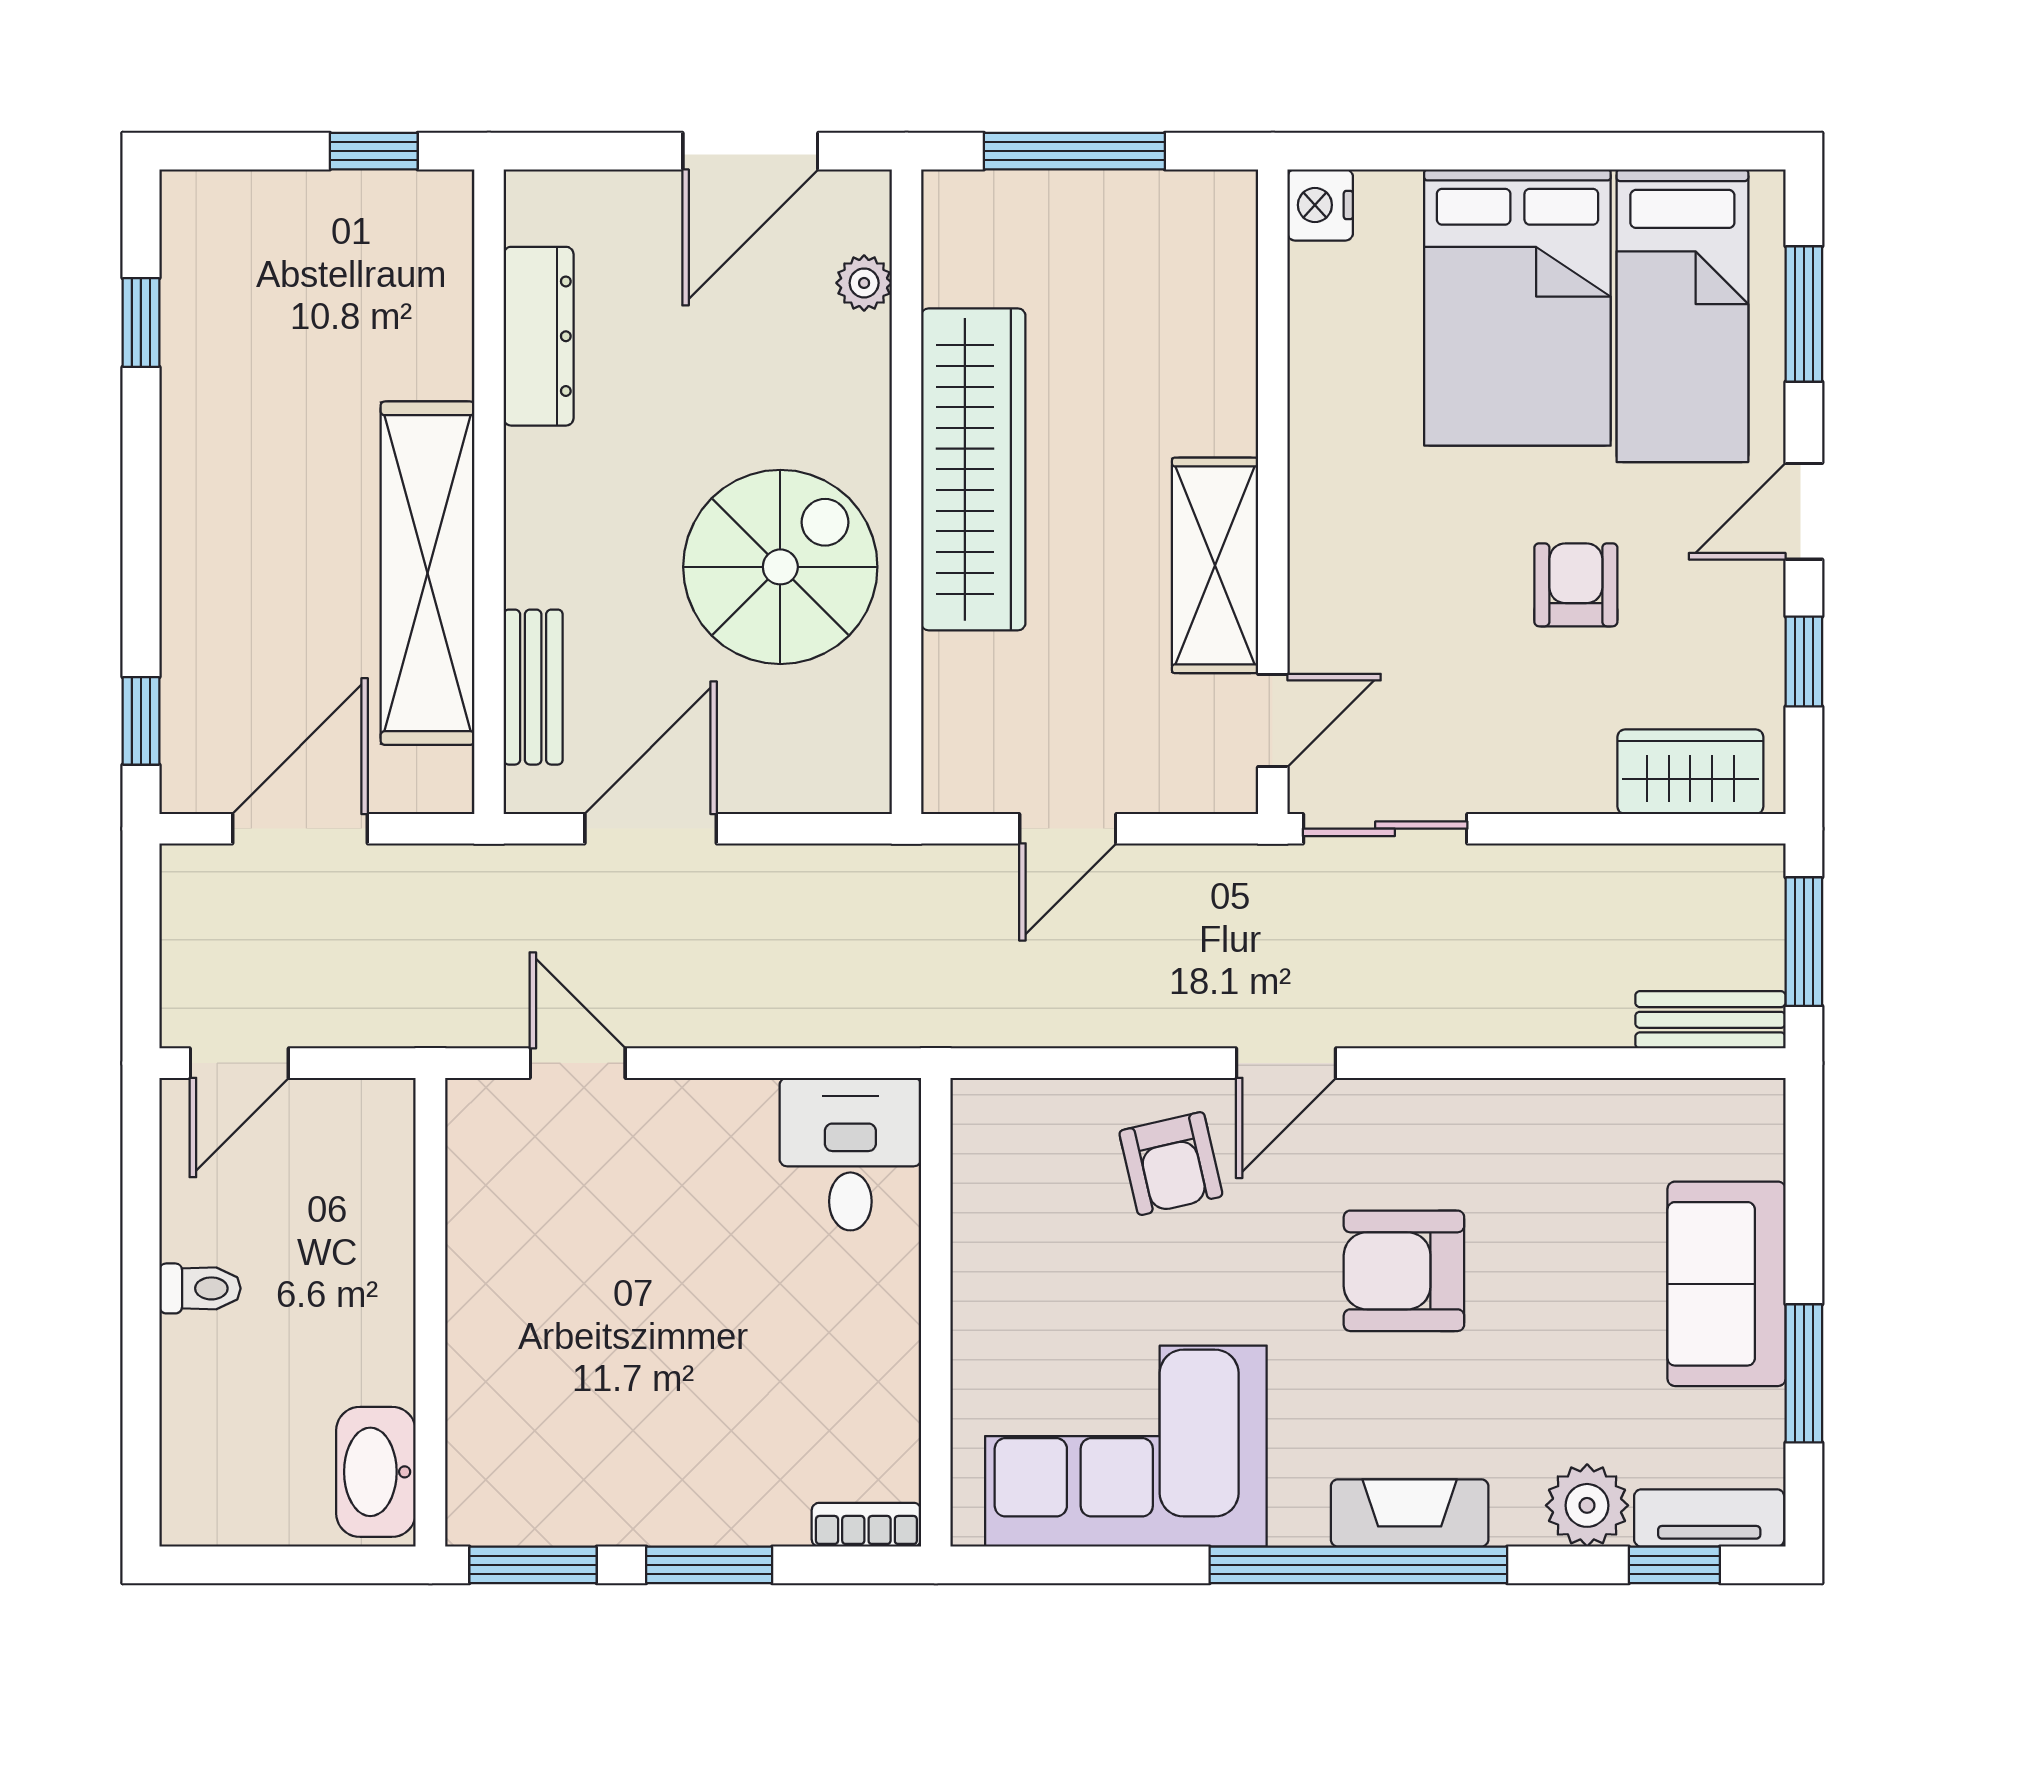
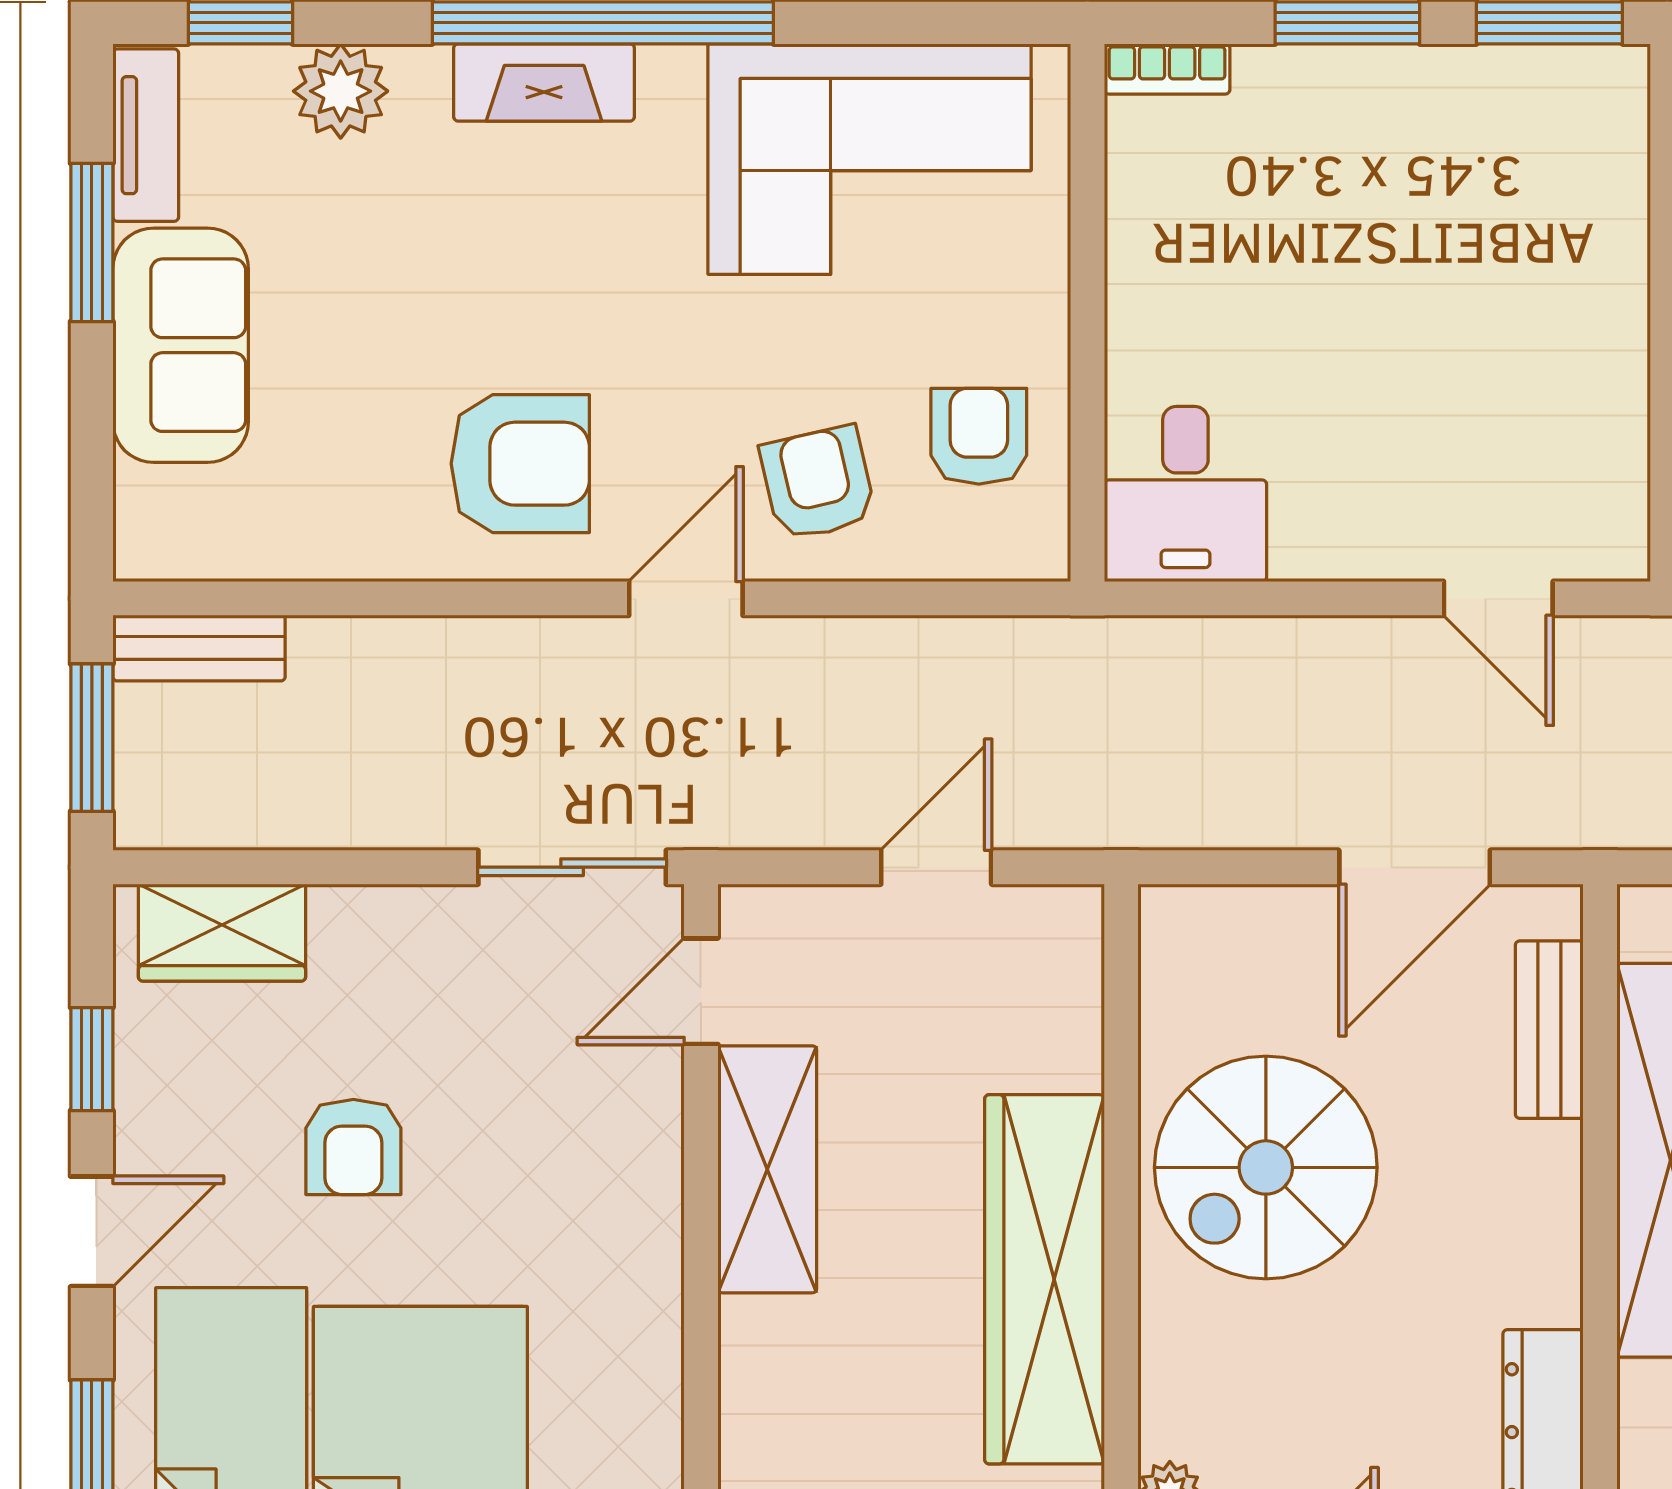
armchair: (1031, 1205) -> (979, 436), added
armchair: (1404, 1271) -> (520, 464), moved
tv unit: (1709, 1518) -> (146, 135), moved, turned -90

